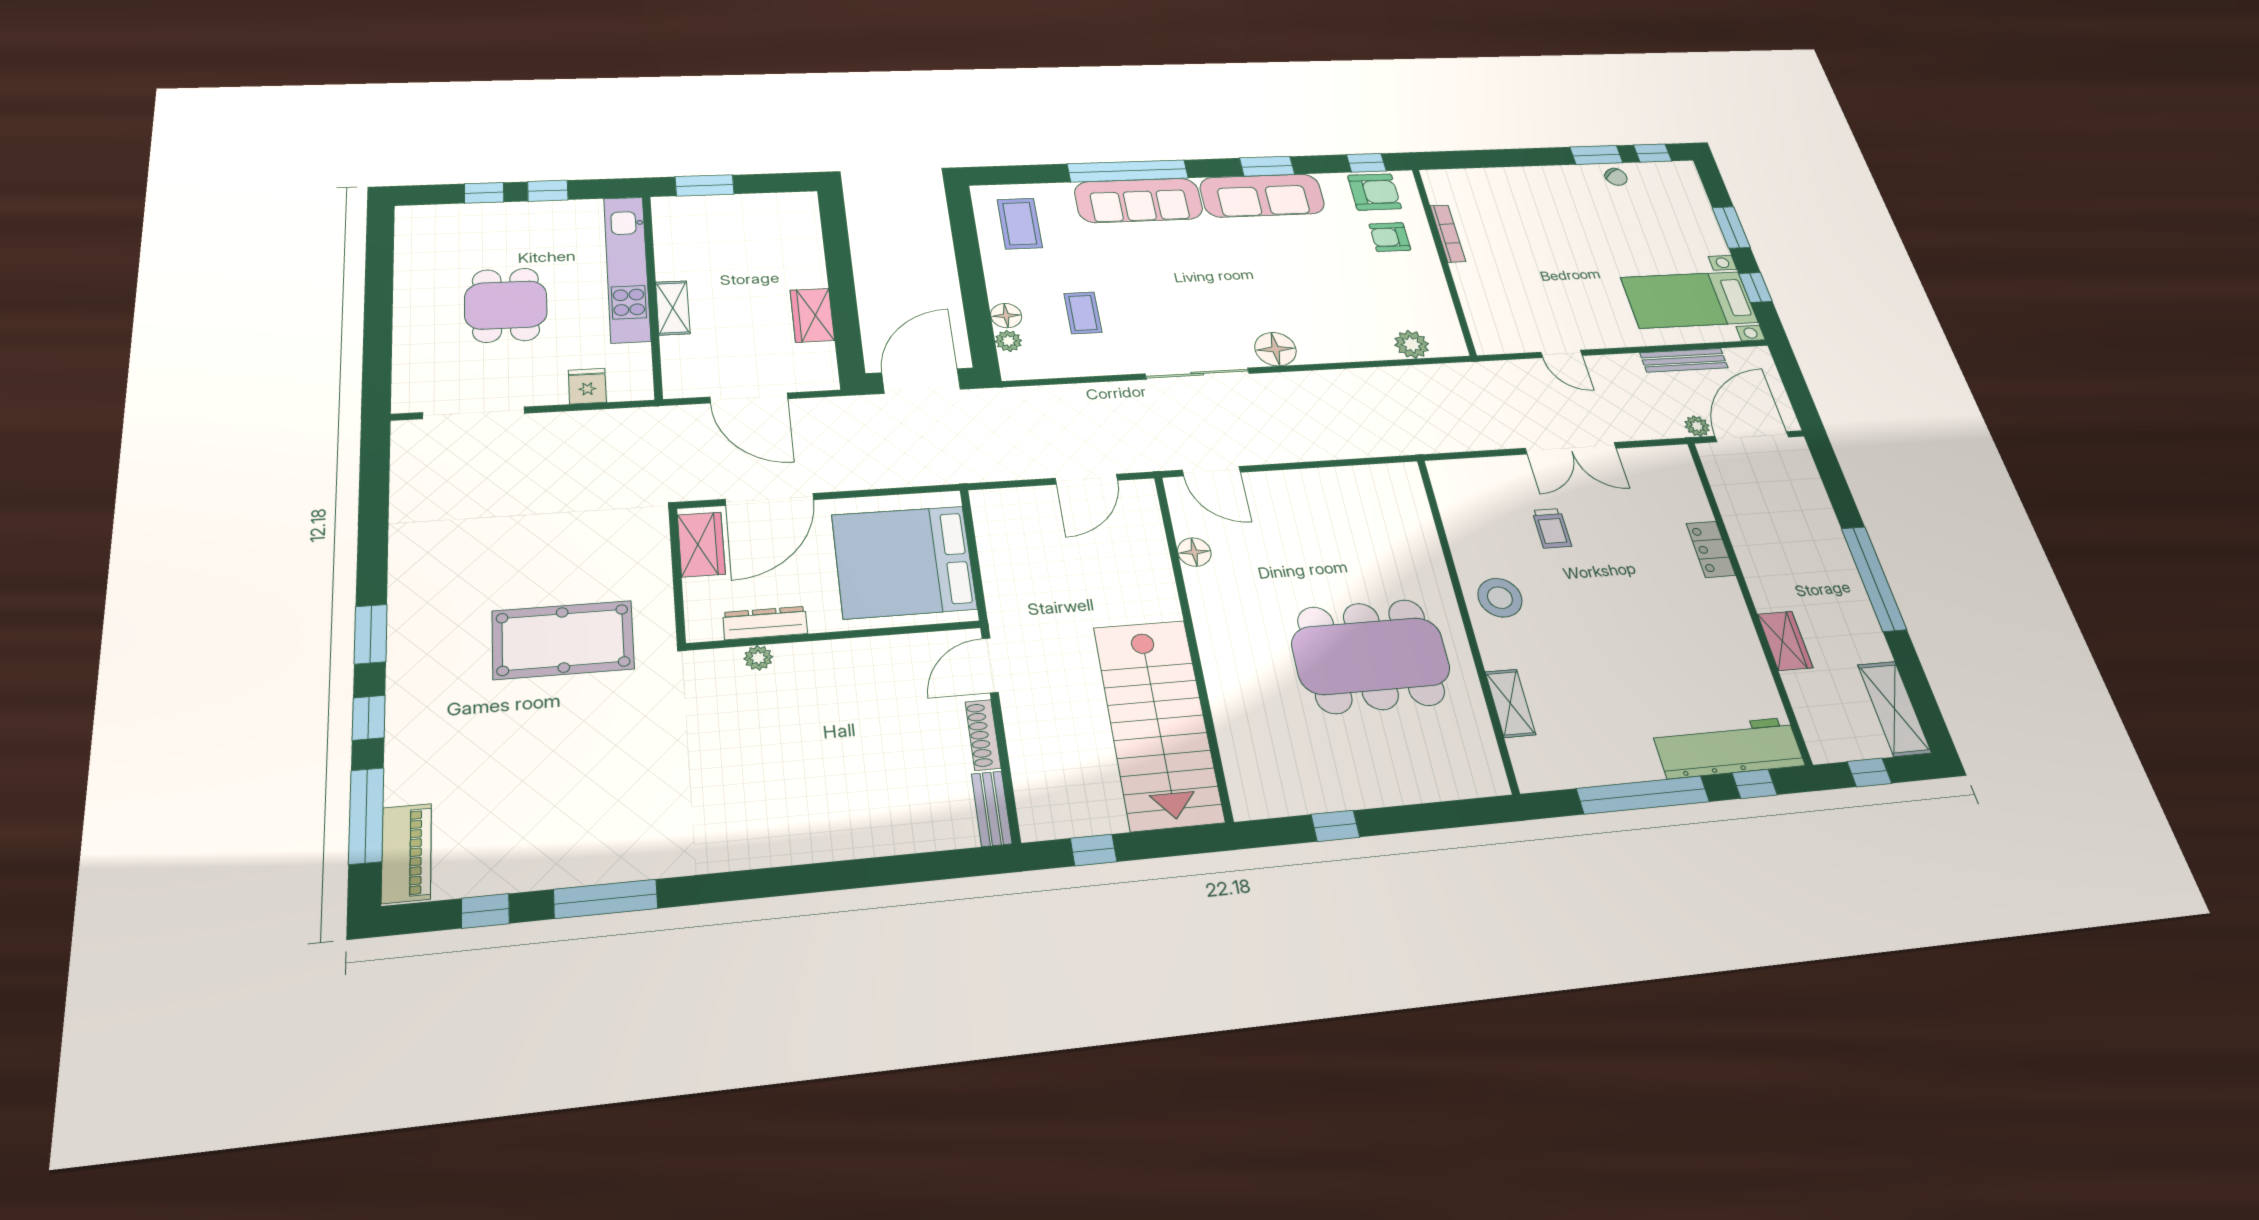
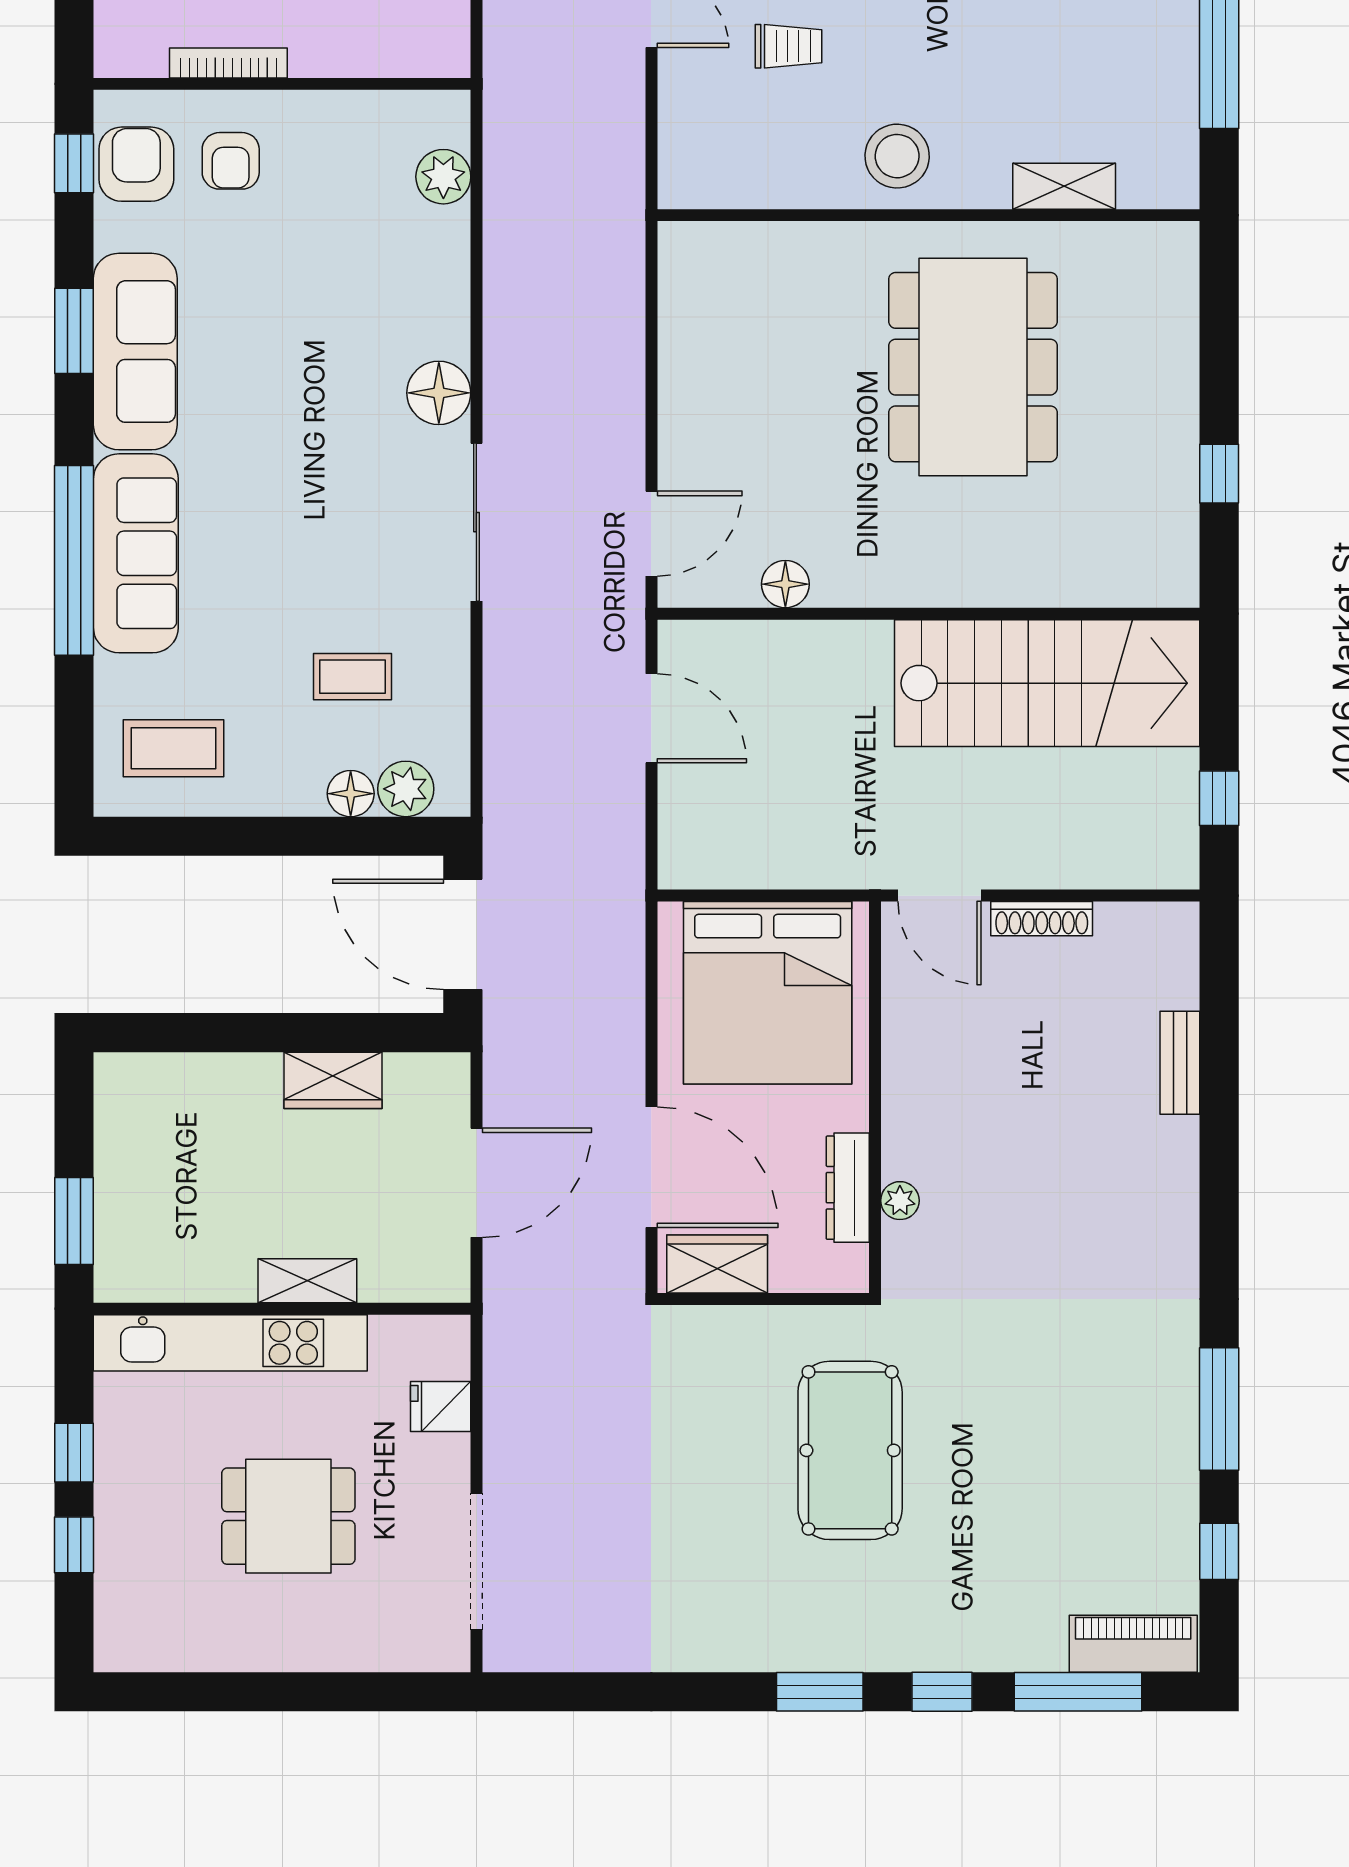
plant: (1008, 341) -> (406, 789), width x1.38, depth x1.38
bench: (992, 809) -> (1180, 1063), moved, turned 90

